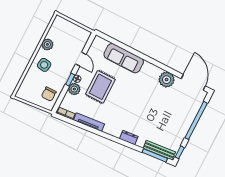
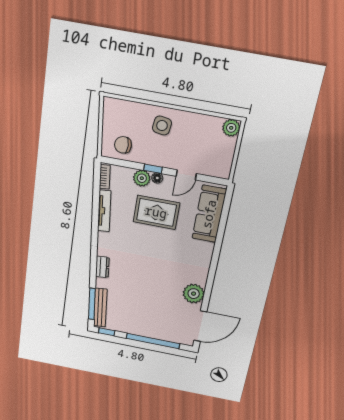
plant: (47, 44) -> (231, 128), moved
sofa: (124, 58) -> (209, 214), moved

